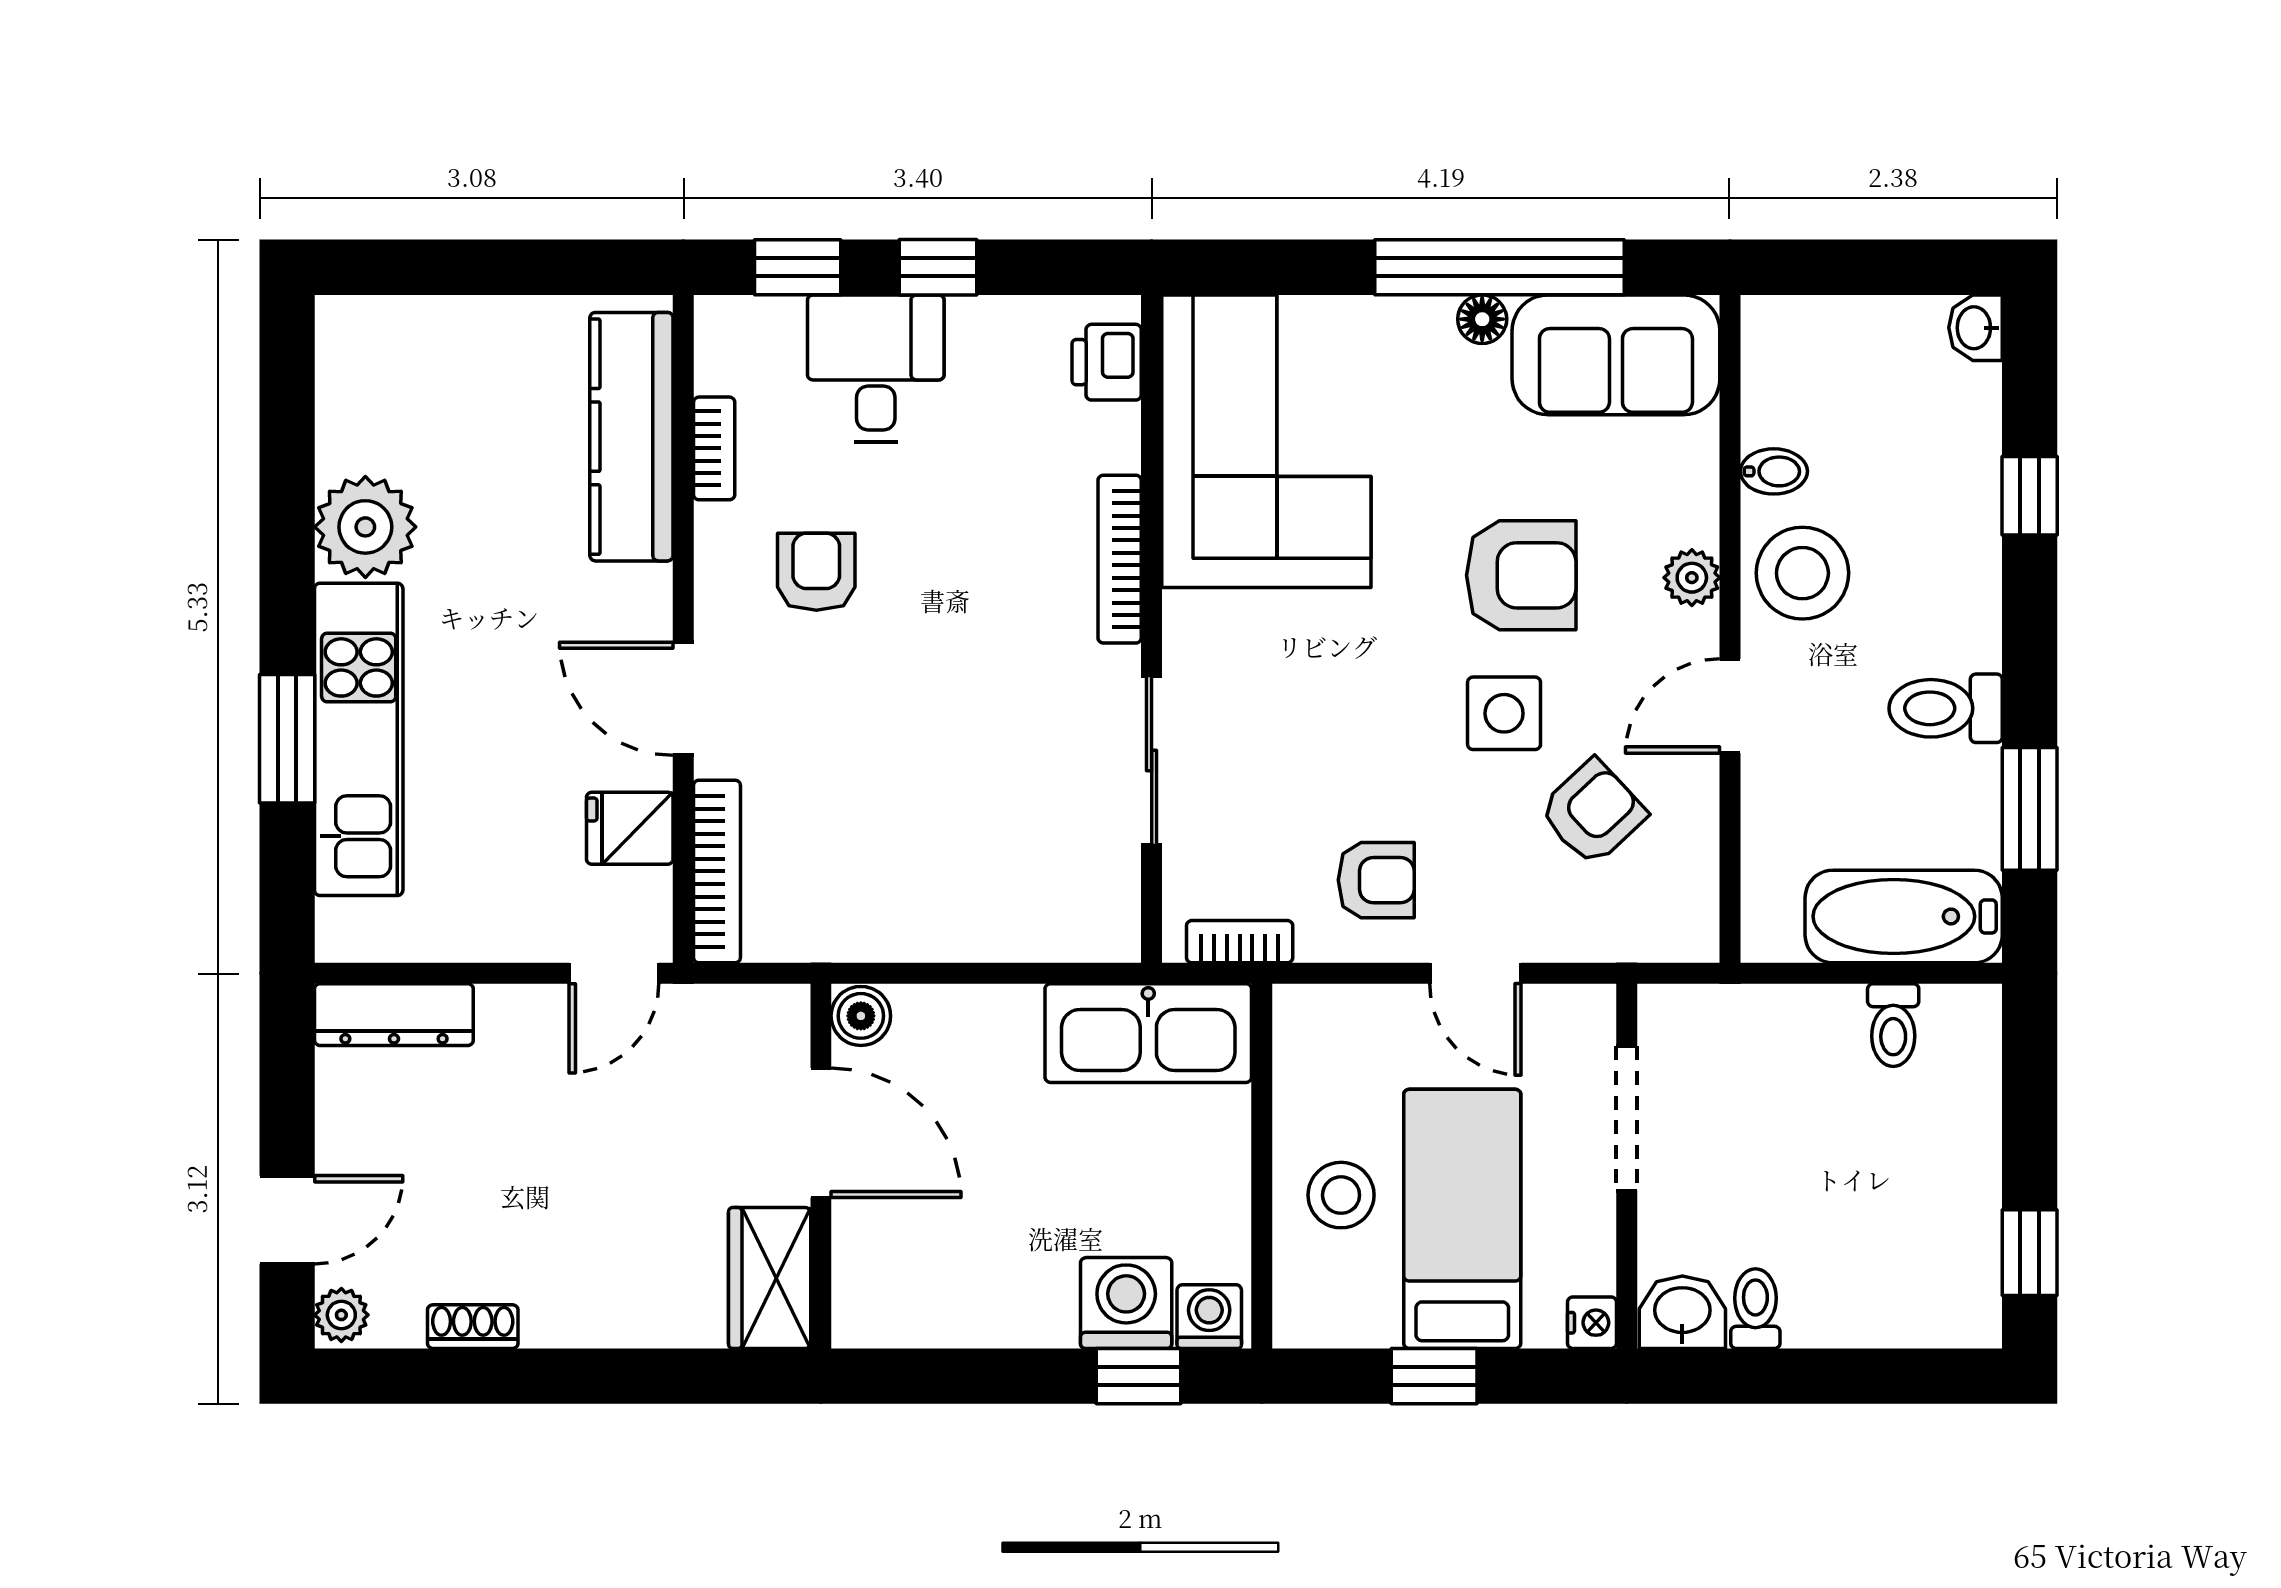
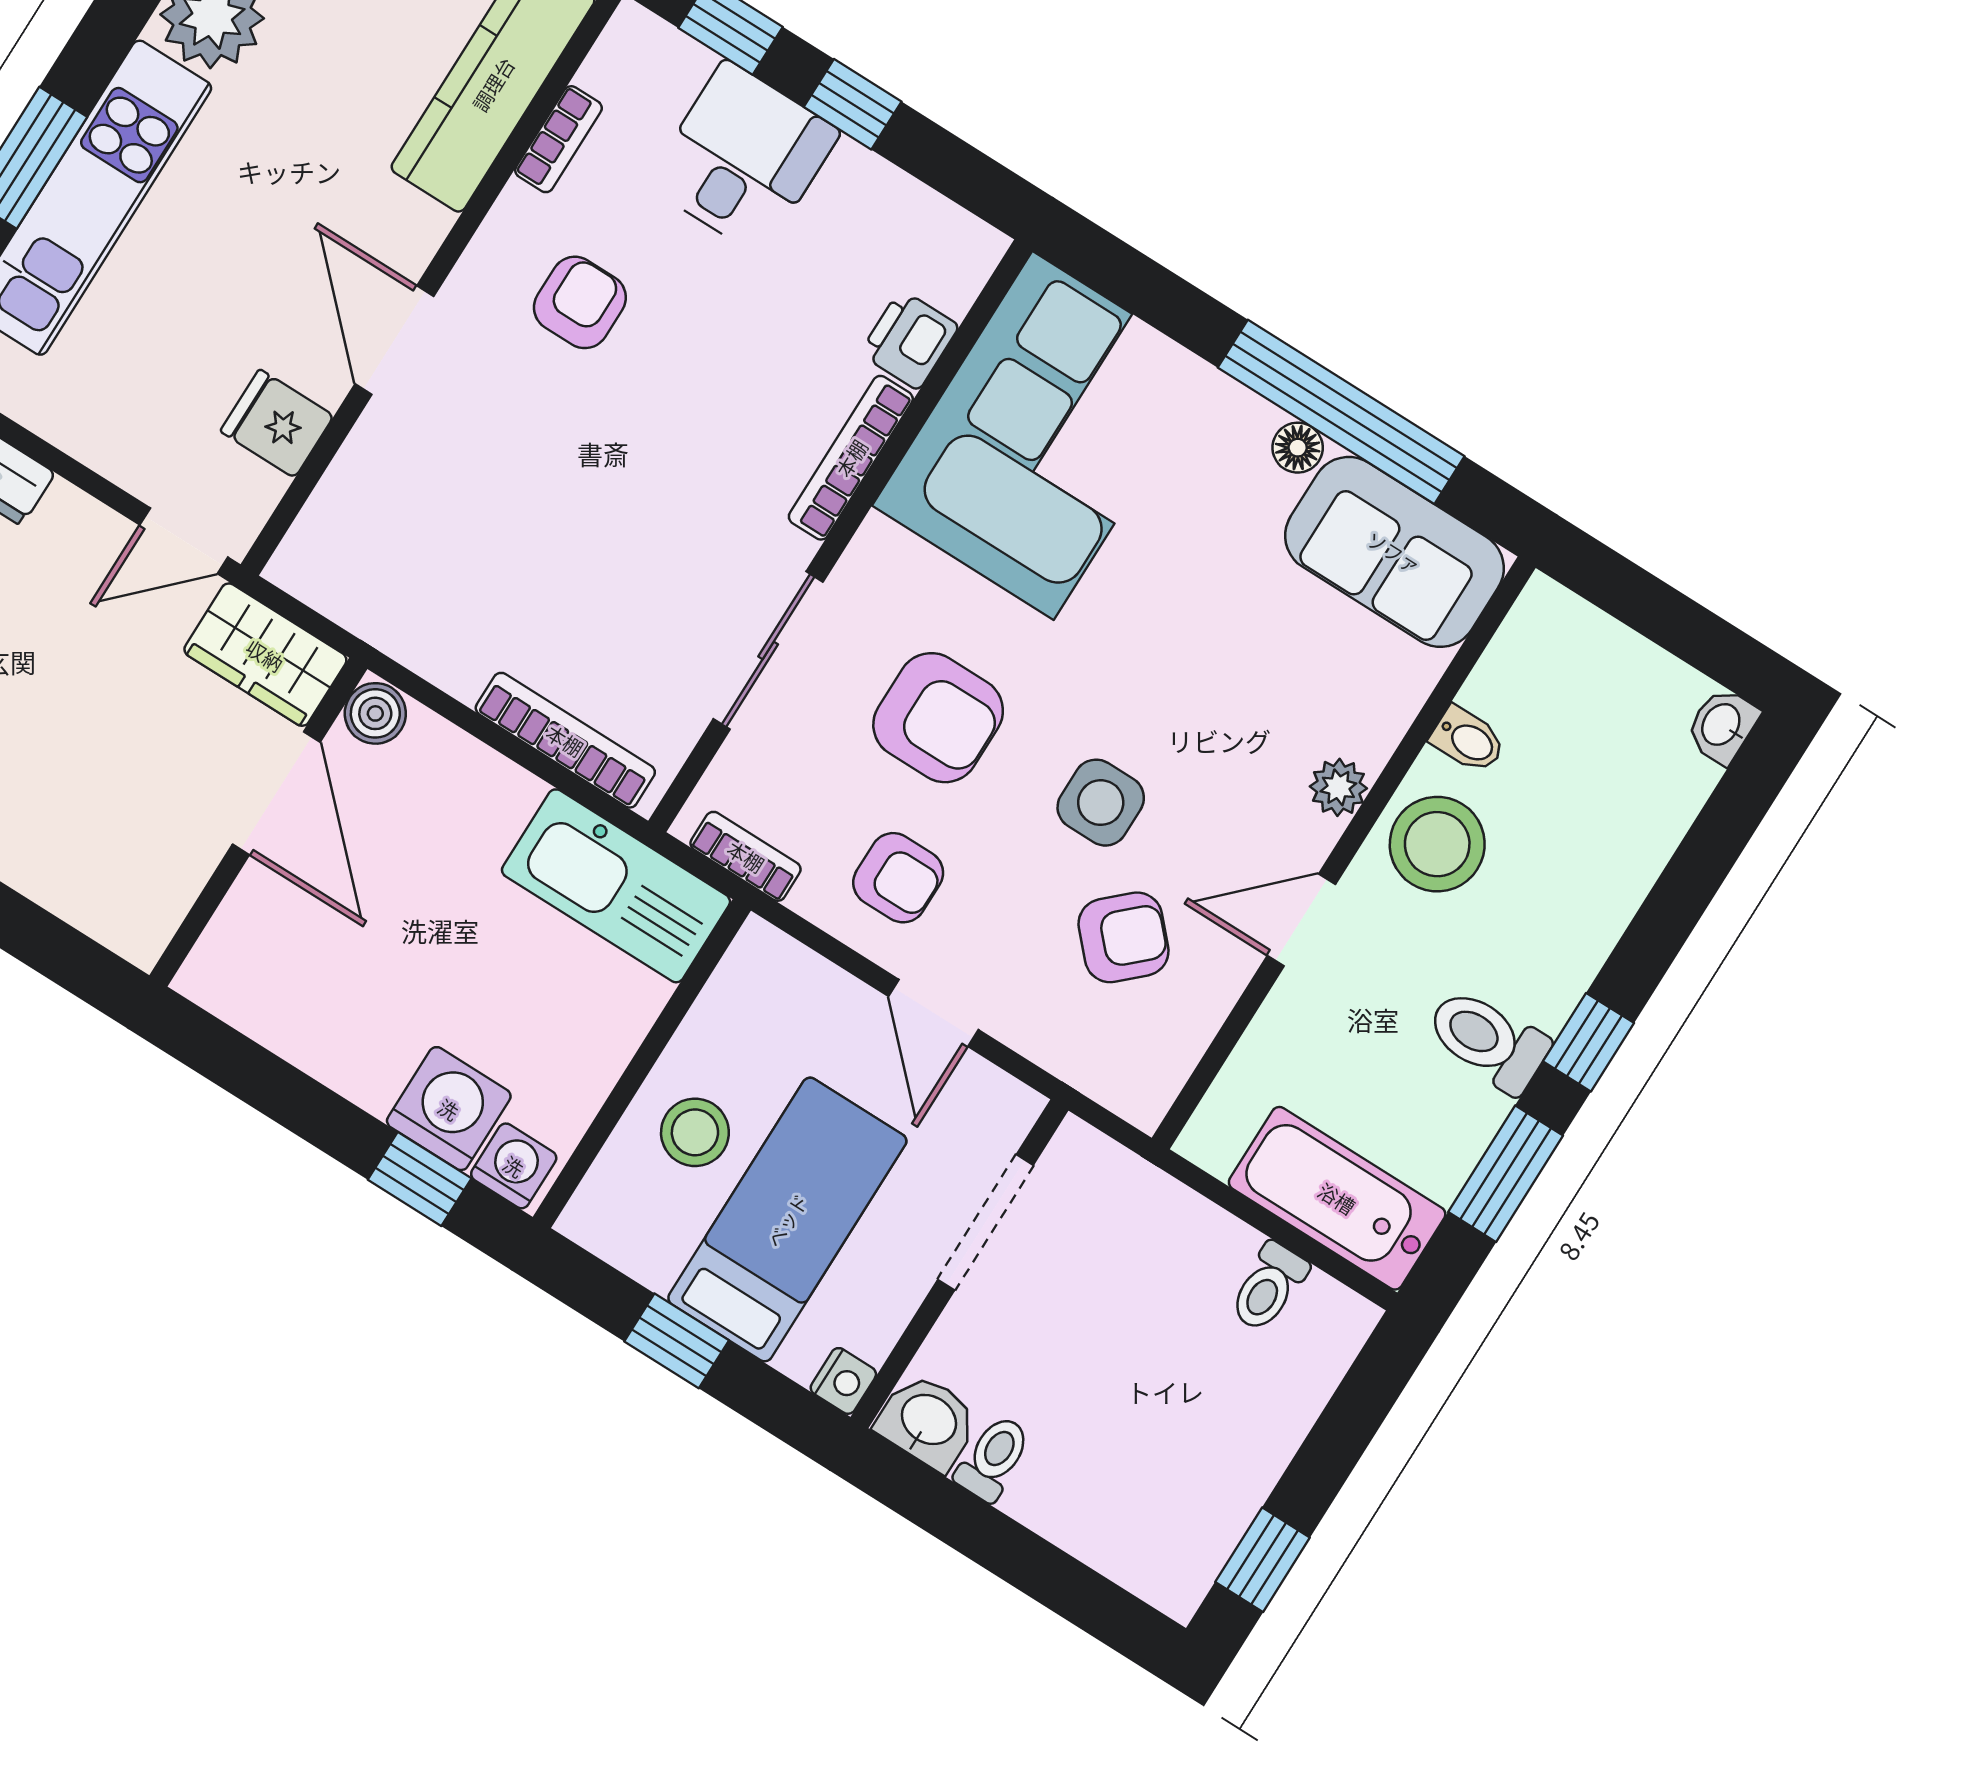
printer: (1107, 362) -> (909, 340), moved
window: (2030, 496) -> (1589, 1042), moved
armchair: (1521, 575) -> (938, 718), moved
bookcase: (717, 871) -> (565, 740), moved, turned -90
wardrobe: (770, 1278) -> (265, 655), moved, turned -90

